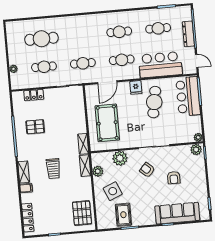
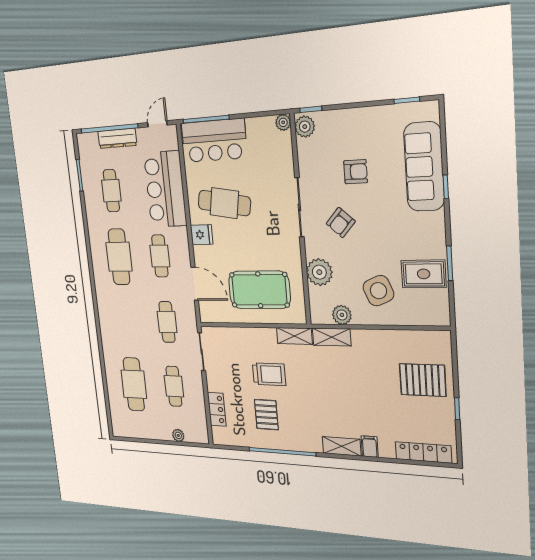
cafe table: (119, 32) -> (119, 257), width x1.37, depth x1.35
trolley: (53, 168) -> (269, 374), moved
pallet: (82, 213) -> (423, 380), moved

